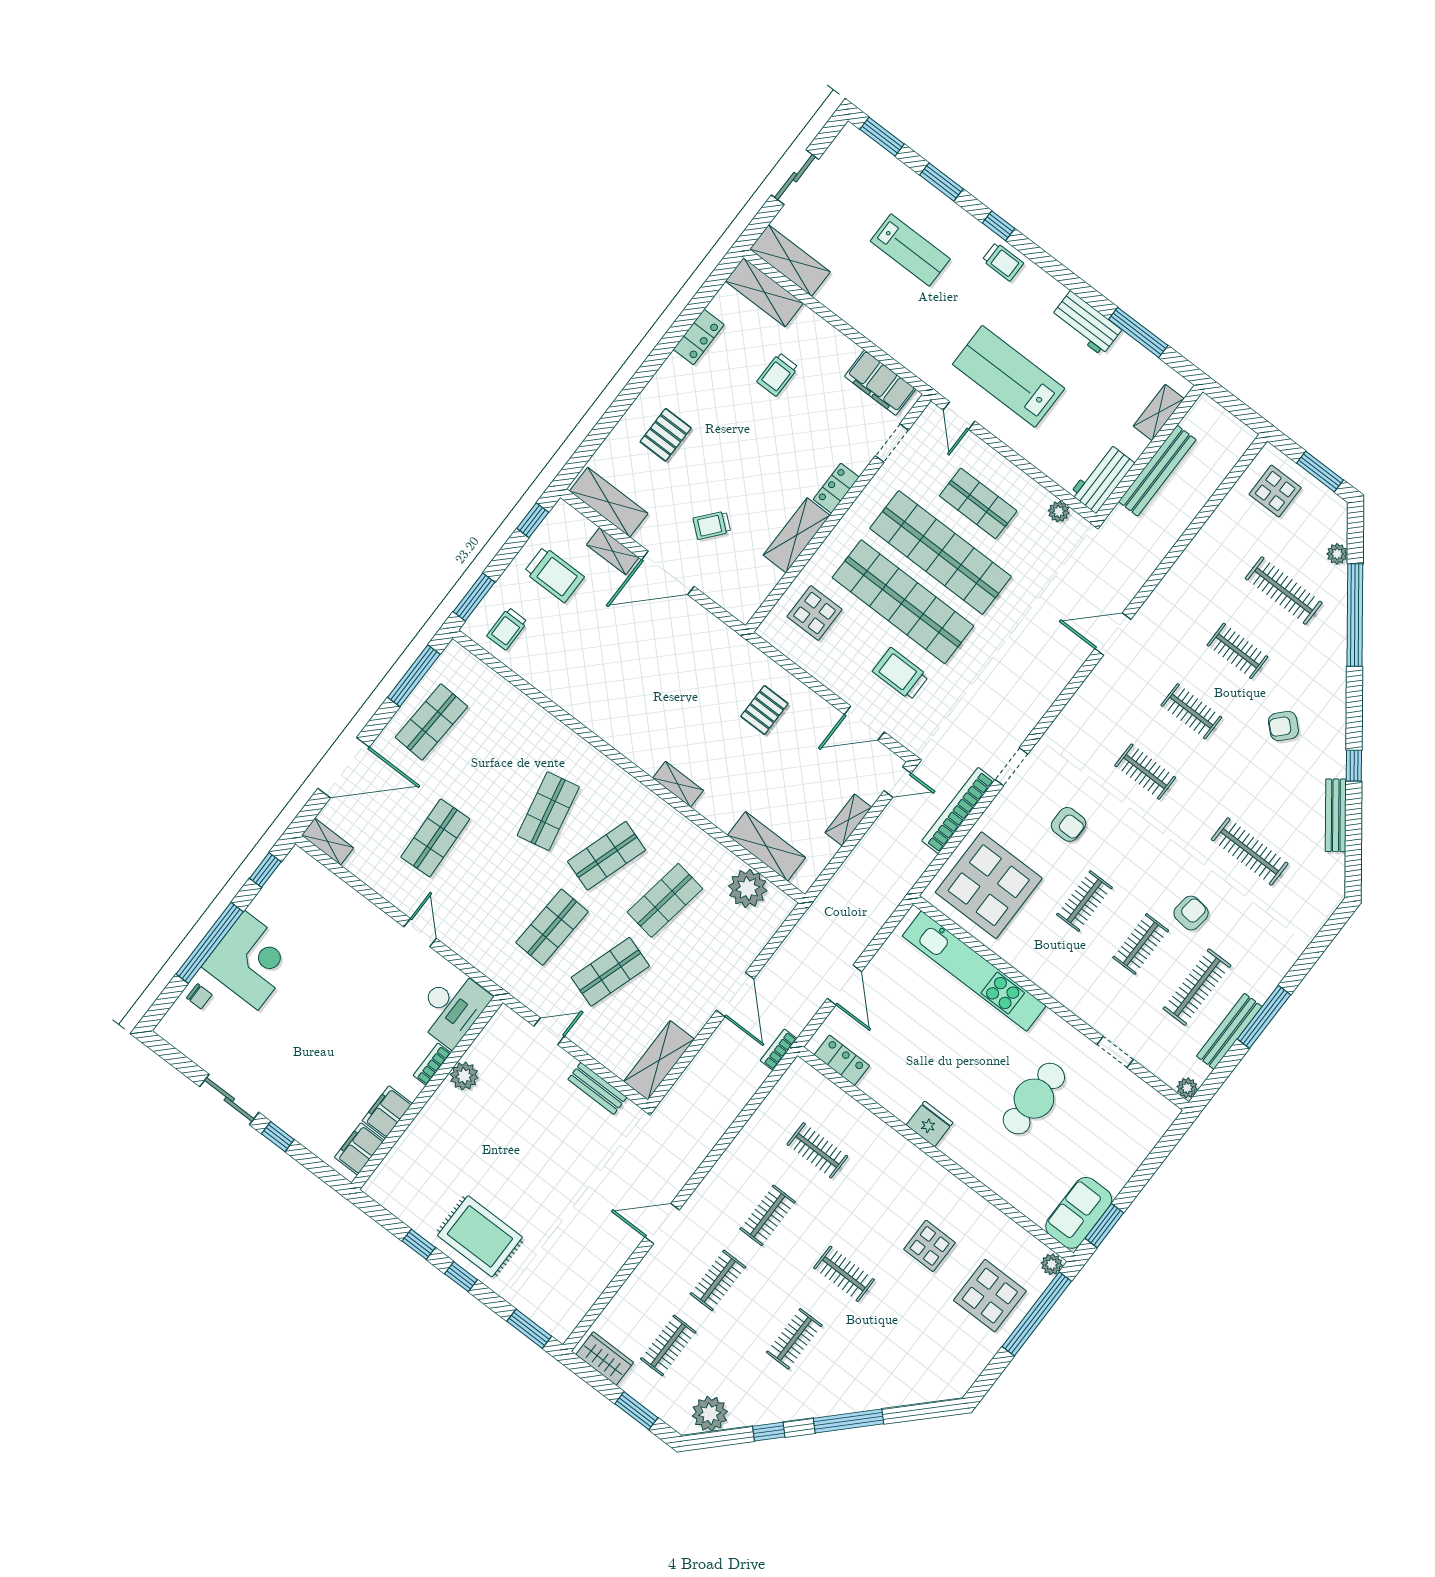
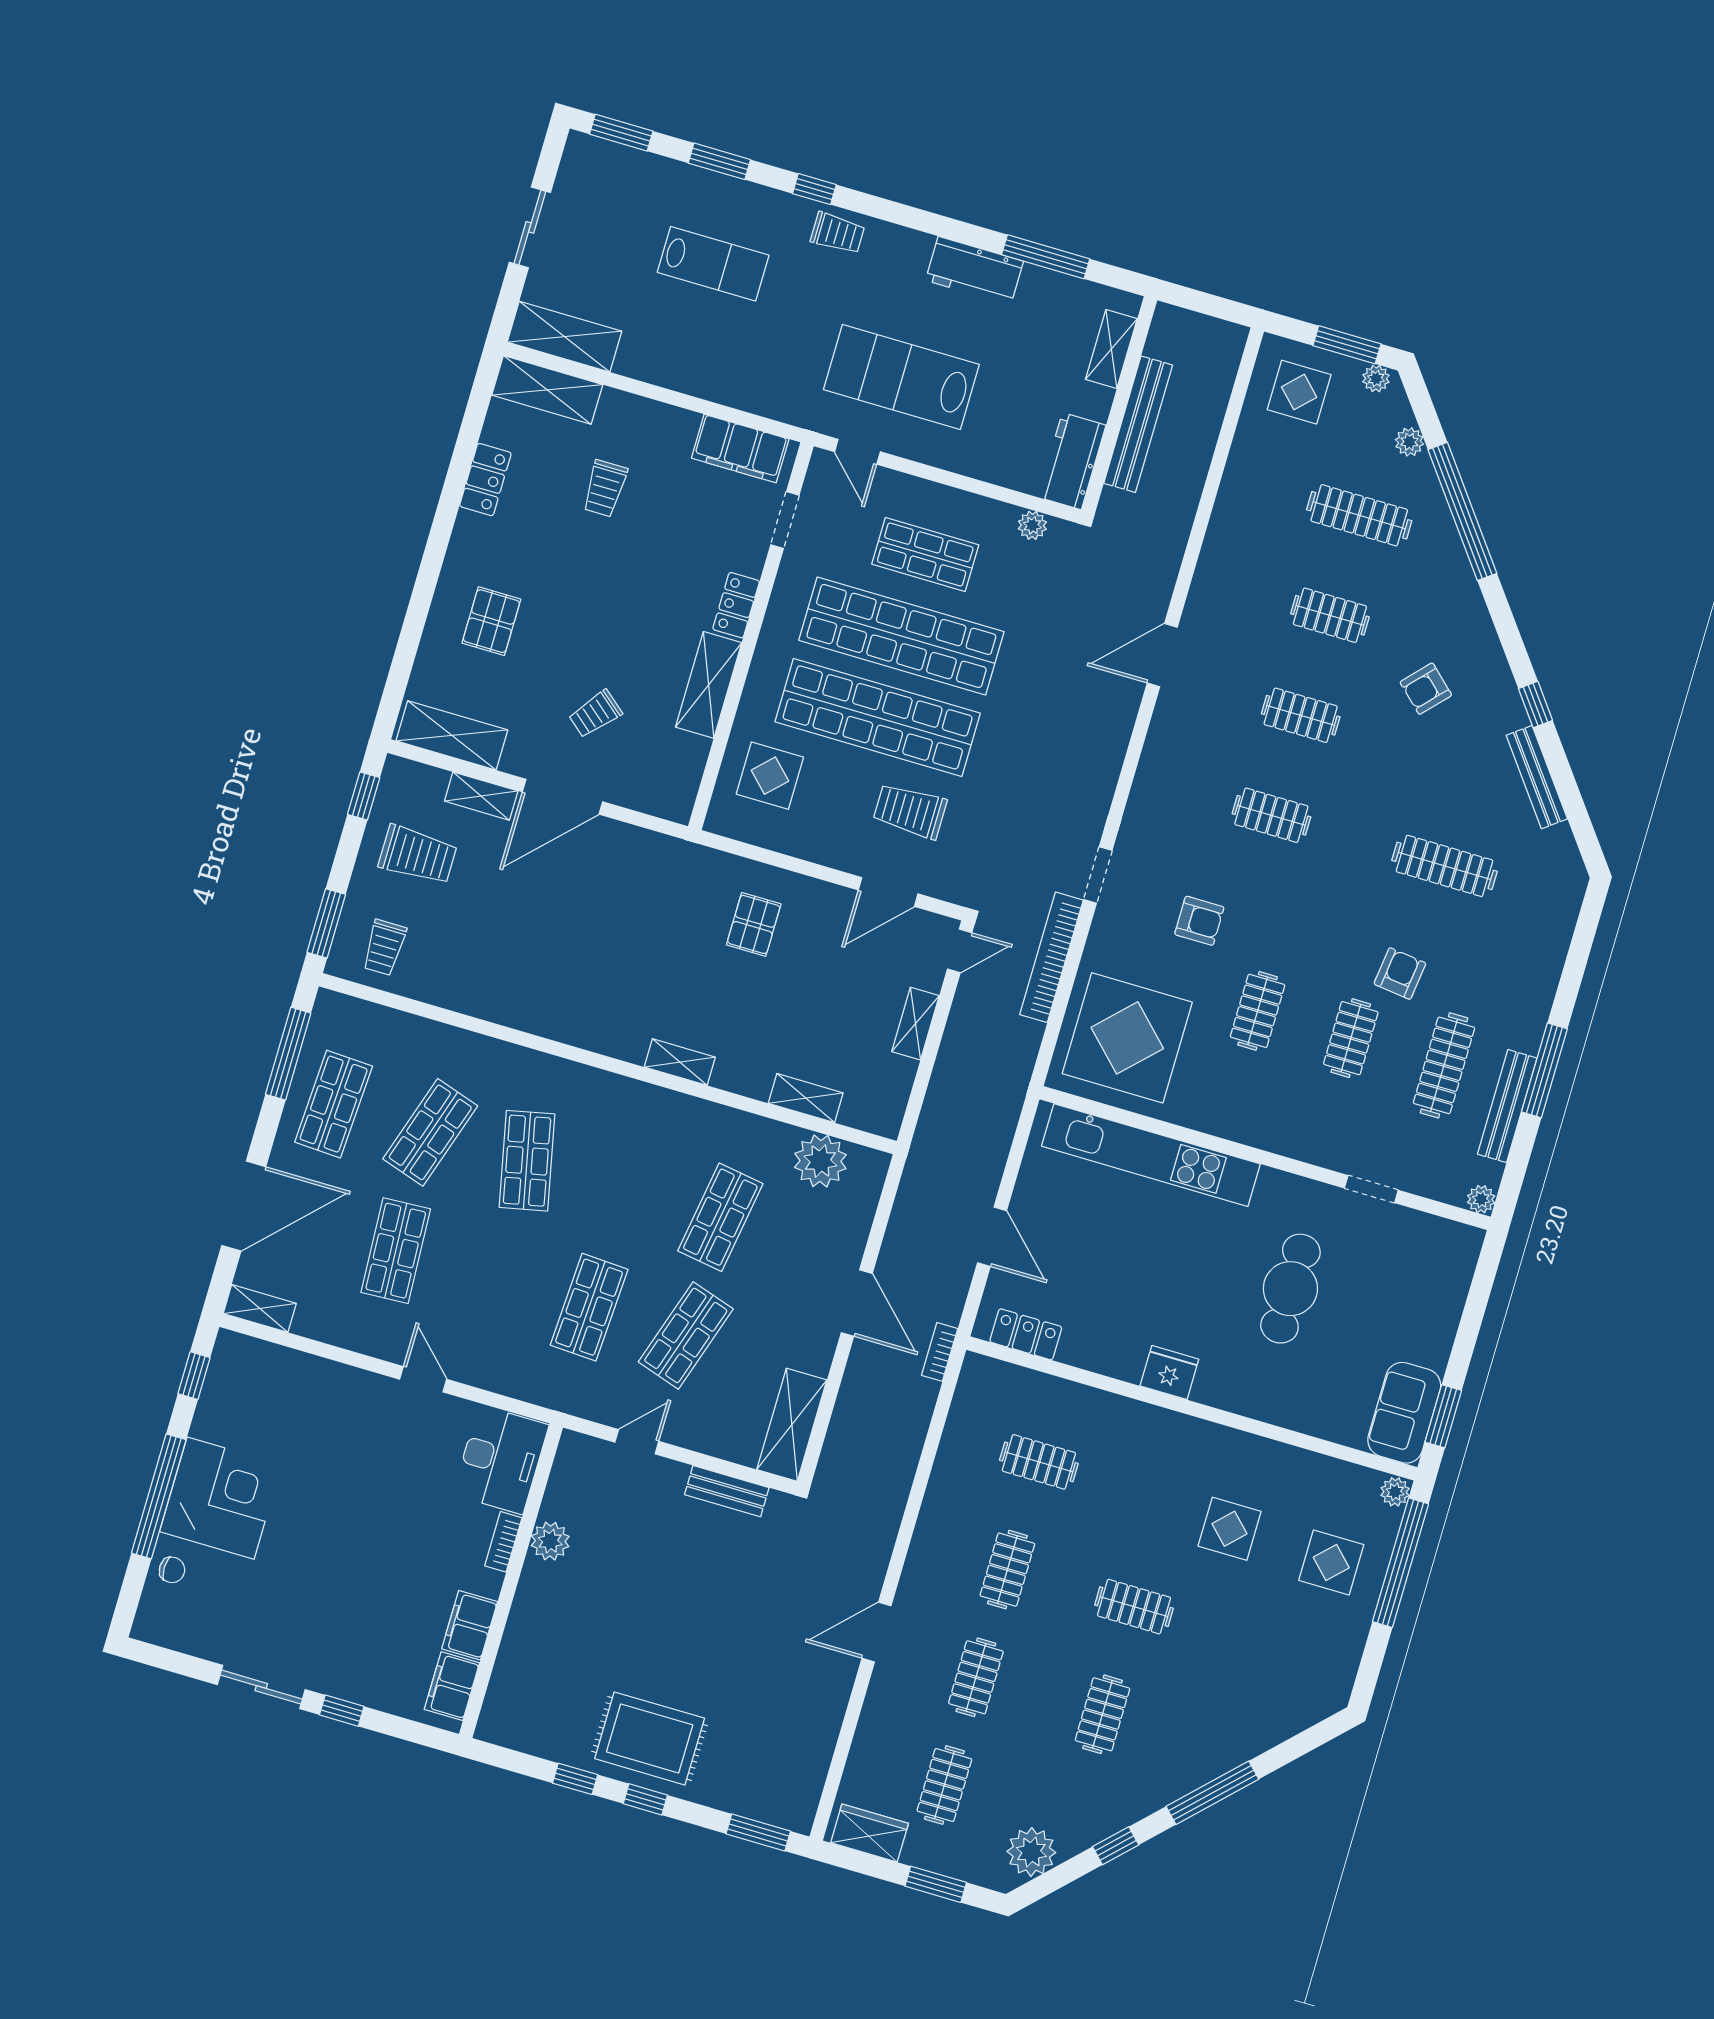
plant: (1331, 502) -> (1376, 379), added
shelving: (767, 846) -> (806, 1098), width x0.67, depth x0.75
shop shelf: (607, 856) -> (430, 1132), moved
display table: (990, 1296) -> (1331, 1562), width x0.73, depth x0.73

